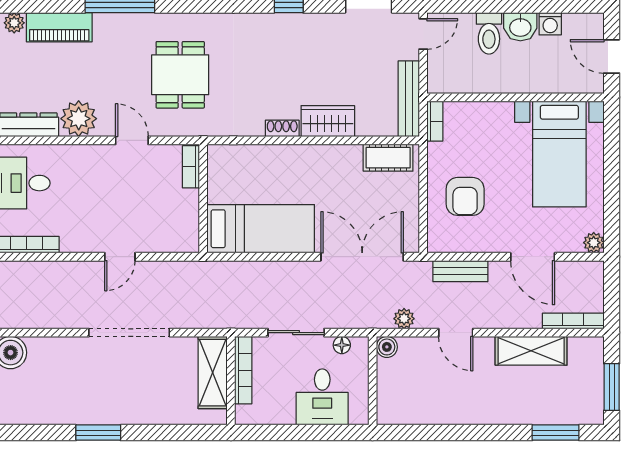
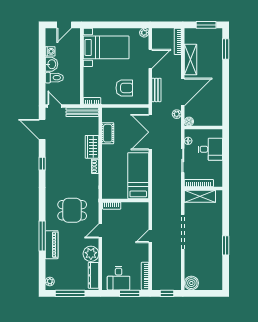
piano: (59, 27) -> (52, 245), moved
cot: (388, 158) -> (108, 133), moved
door: (120, 257) -> (150, 236), swing flipped
door: (456, 333) -> (183, 92), width x1.87

